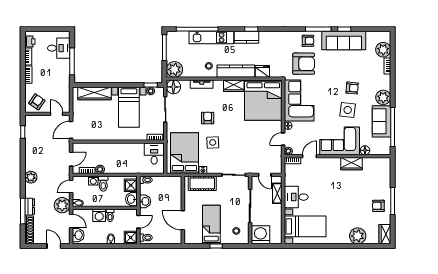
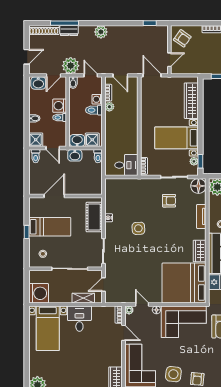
armchair: (208, 118) -> (169, 201), moved
bed: (184, 153) -> (127, 198), removed
washing machine: (260, 235) -> (39, 293), moved

